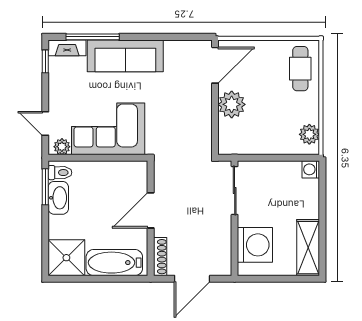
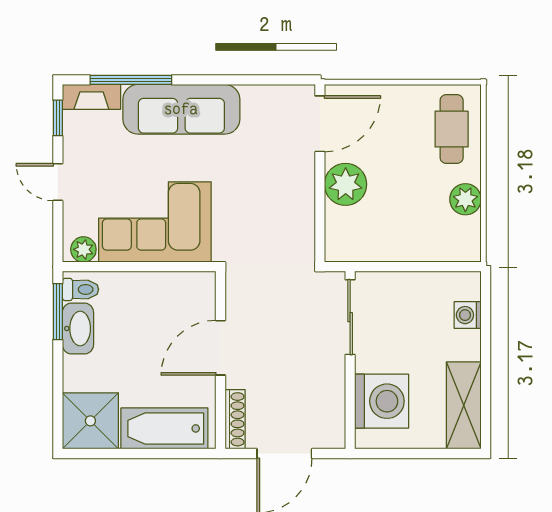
door: (45, 124) -> (58, 182), moved
plant: (309, 134) -> (465, 199), moved
washing machine: (311, 169) -> (468, 315), moved

